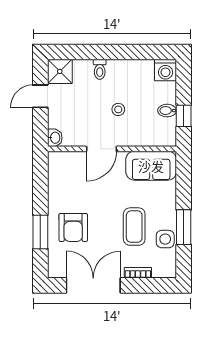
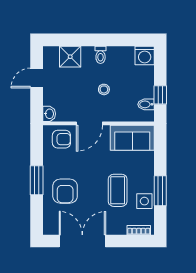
toilet: (100, 69) -> (101, 55), moved
shower: (60, 71) -> (70, 57), moved
bidet: (167, 111) -> (146, 104), moved
armchair: (69, 167) -> (61, 139), added
window: (40, 232) -> (37, 180), moved
bookcase: (138, 273) -> (139, 230), moved

